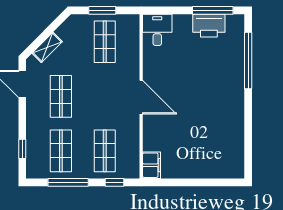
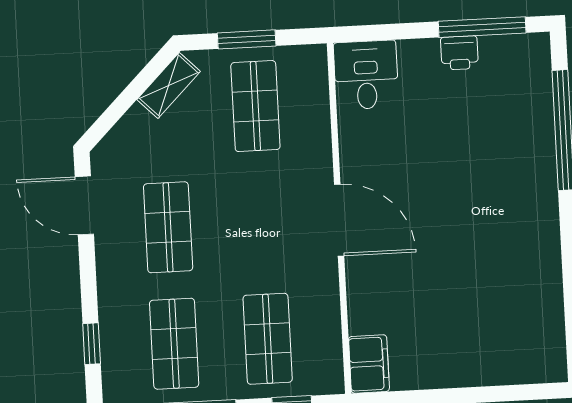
printer: (209, 26) -> (459, 53), width x0.53, depth x0.68
shelving: (47, 47) -> (169, 85), moved

